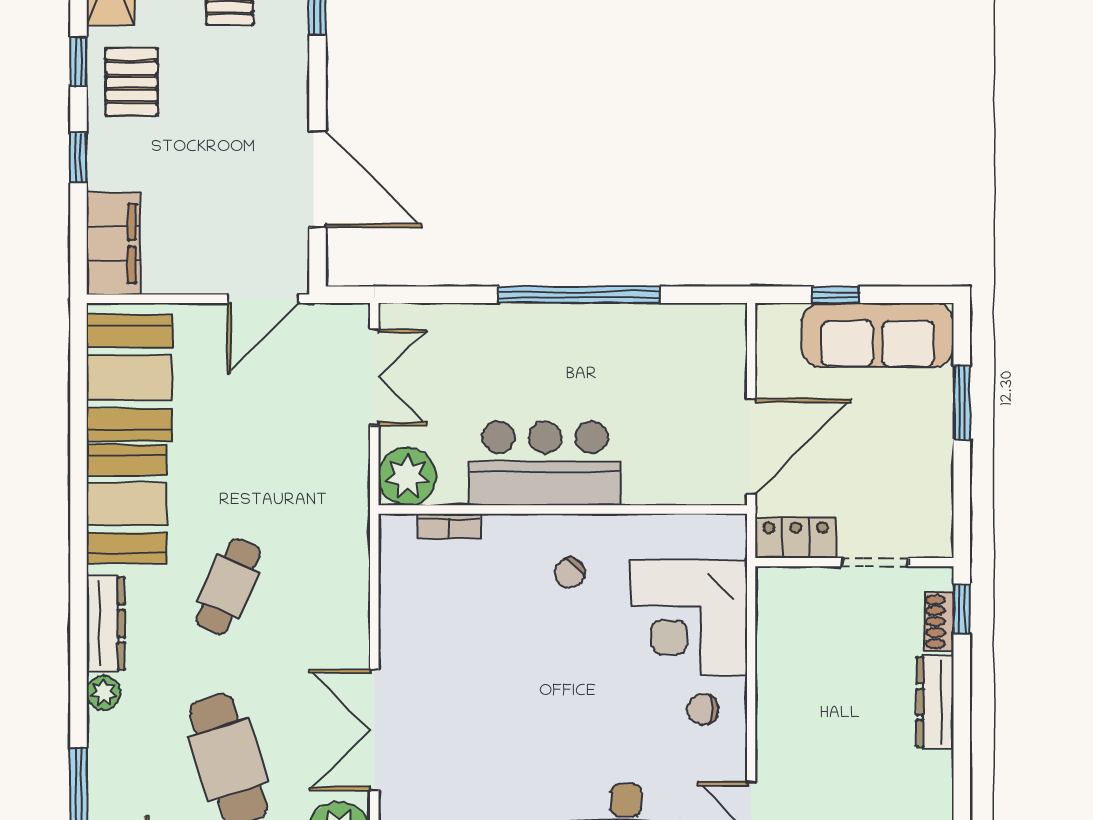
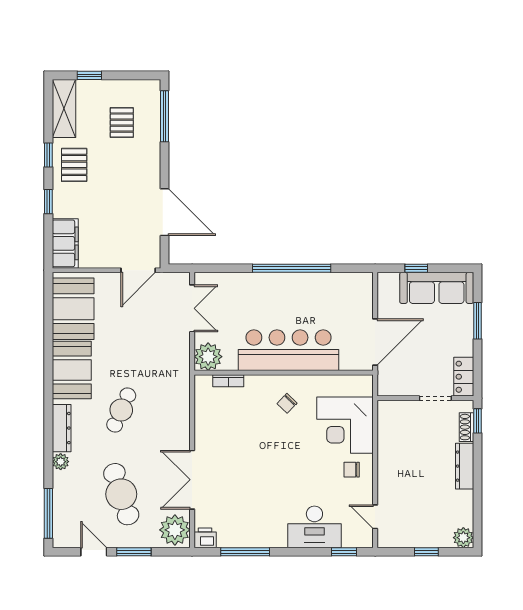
bar counter: (545, 463) -> (289, 350), width x1.36
locker: (796, 538) -> (464, 377), moved, turned -90

